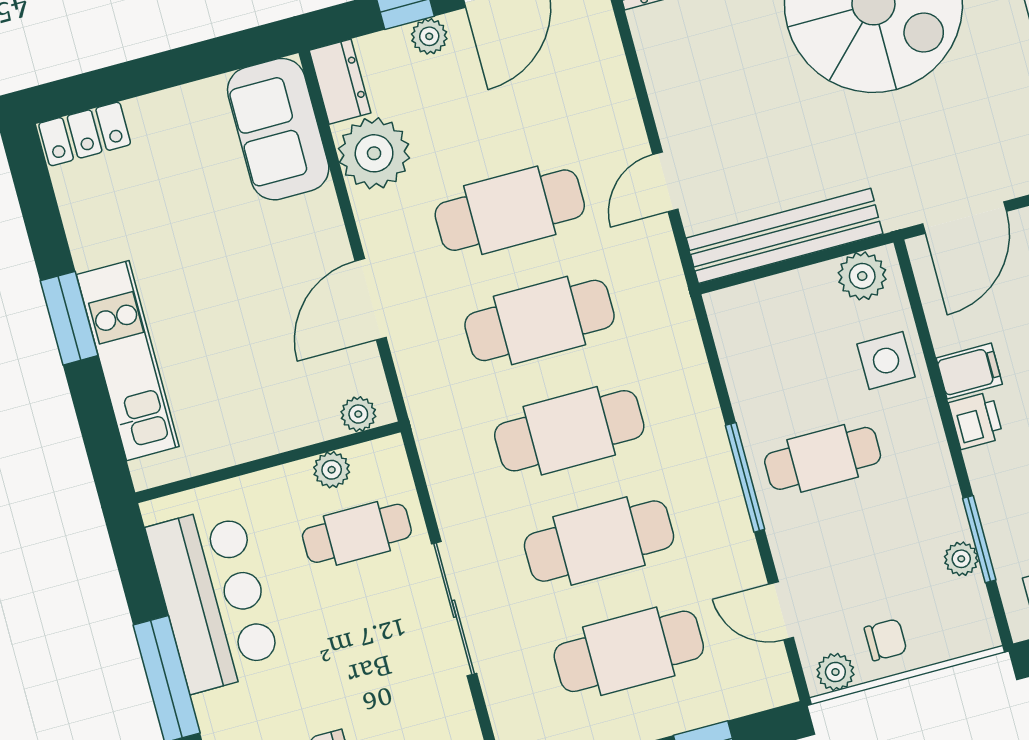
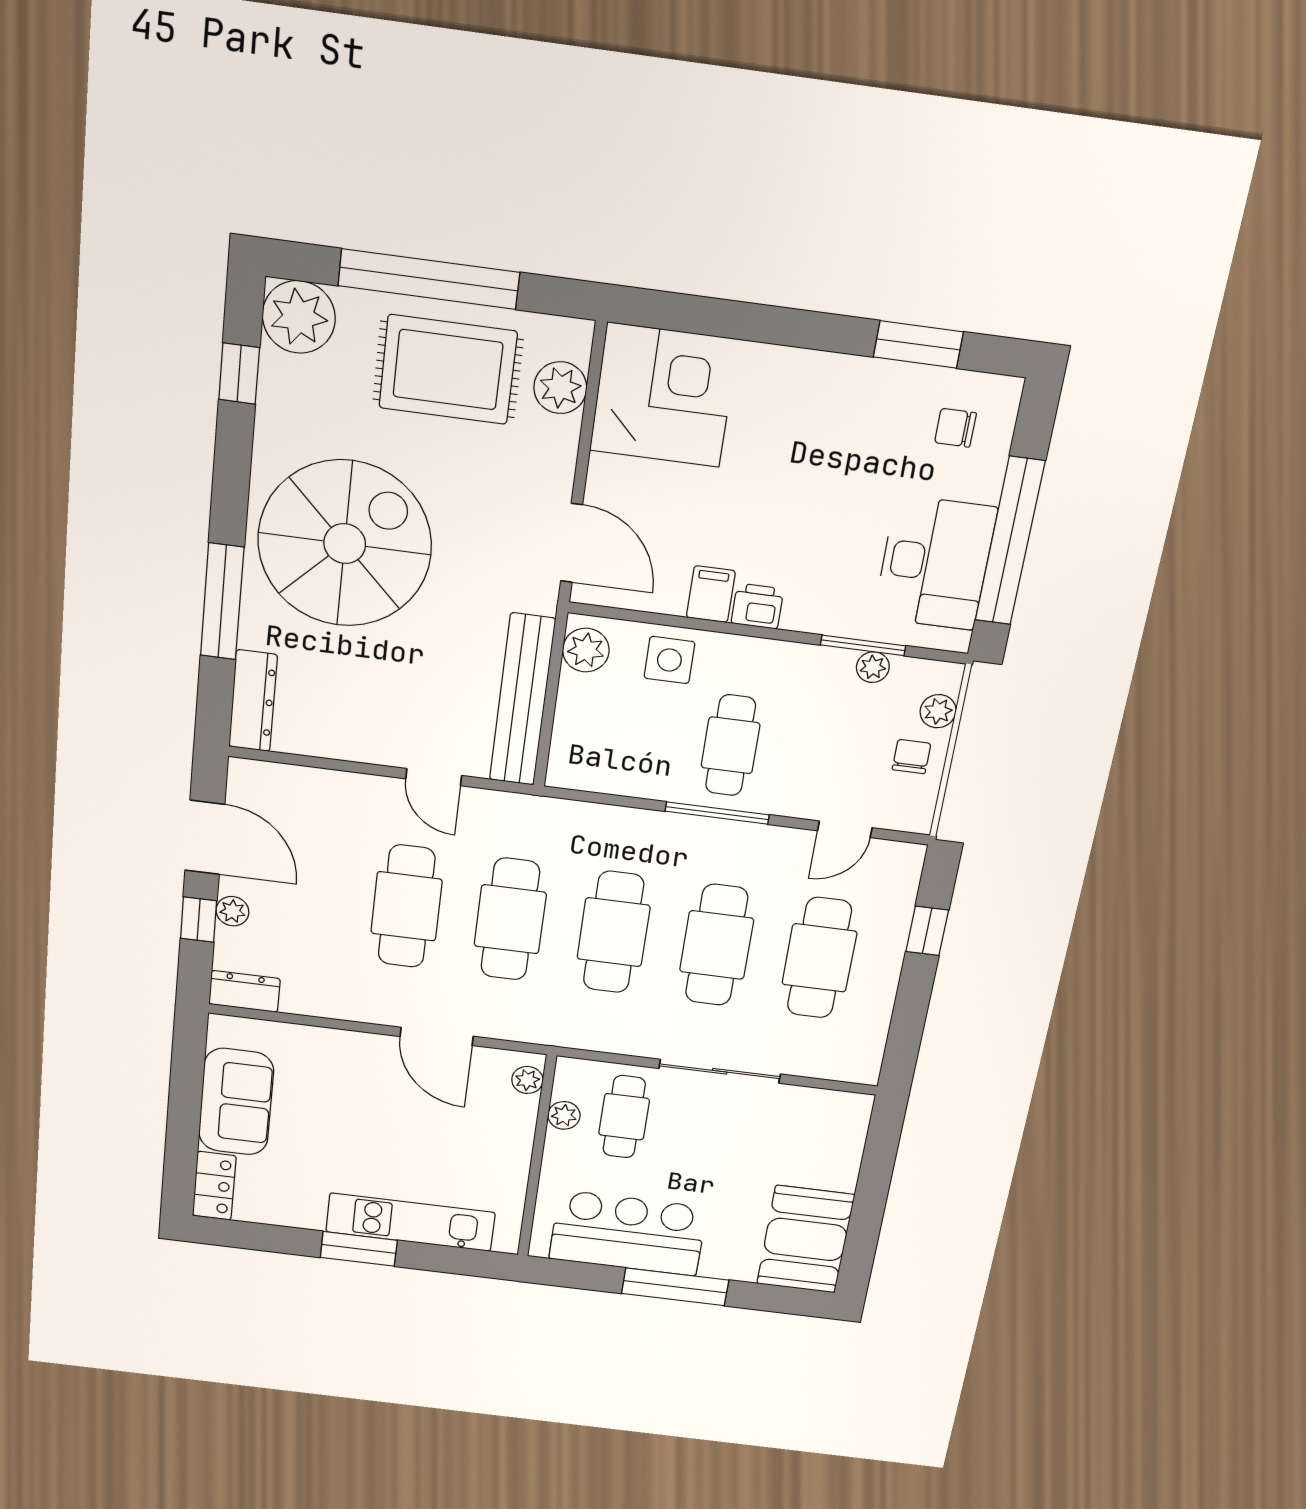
sofa: (278, 129) -> (236, 1102), moved, turned -90
plant: (374, 153) -> (315, 989), removed
plant: (835, 672) -> (938, 711), moved

